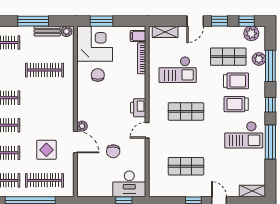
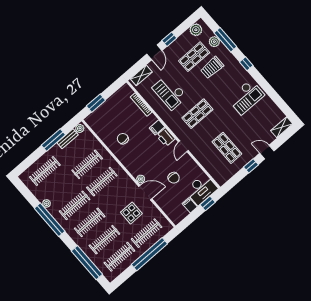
window: (247, 21) -> (186, 25), removed
filing cabinet: (138, 36) -> (157, 127), moved
corner desk: (95, 44) -> (104, 121), removed
checkout: (178, 70) -> (170, 92), turned 90
trolley: (236, 81) -> (212, 68), turned 180
clothes rail: (44, 98) -> (102, 182), added
trolley: (236, 104) -> (225, 82), removed
window: (270, 142) -> (266, 87), removed
shop shelf: (186, 166) -> (227, 148), turned 90
filing cabinet: (106, 189) -> (190, 205), added

